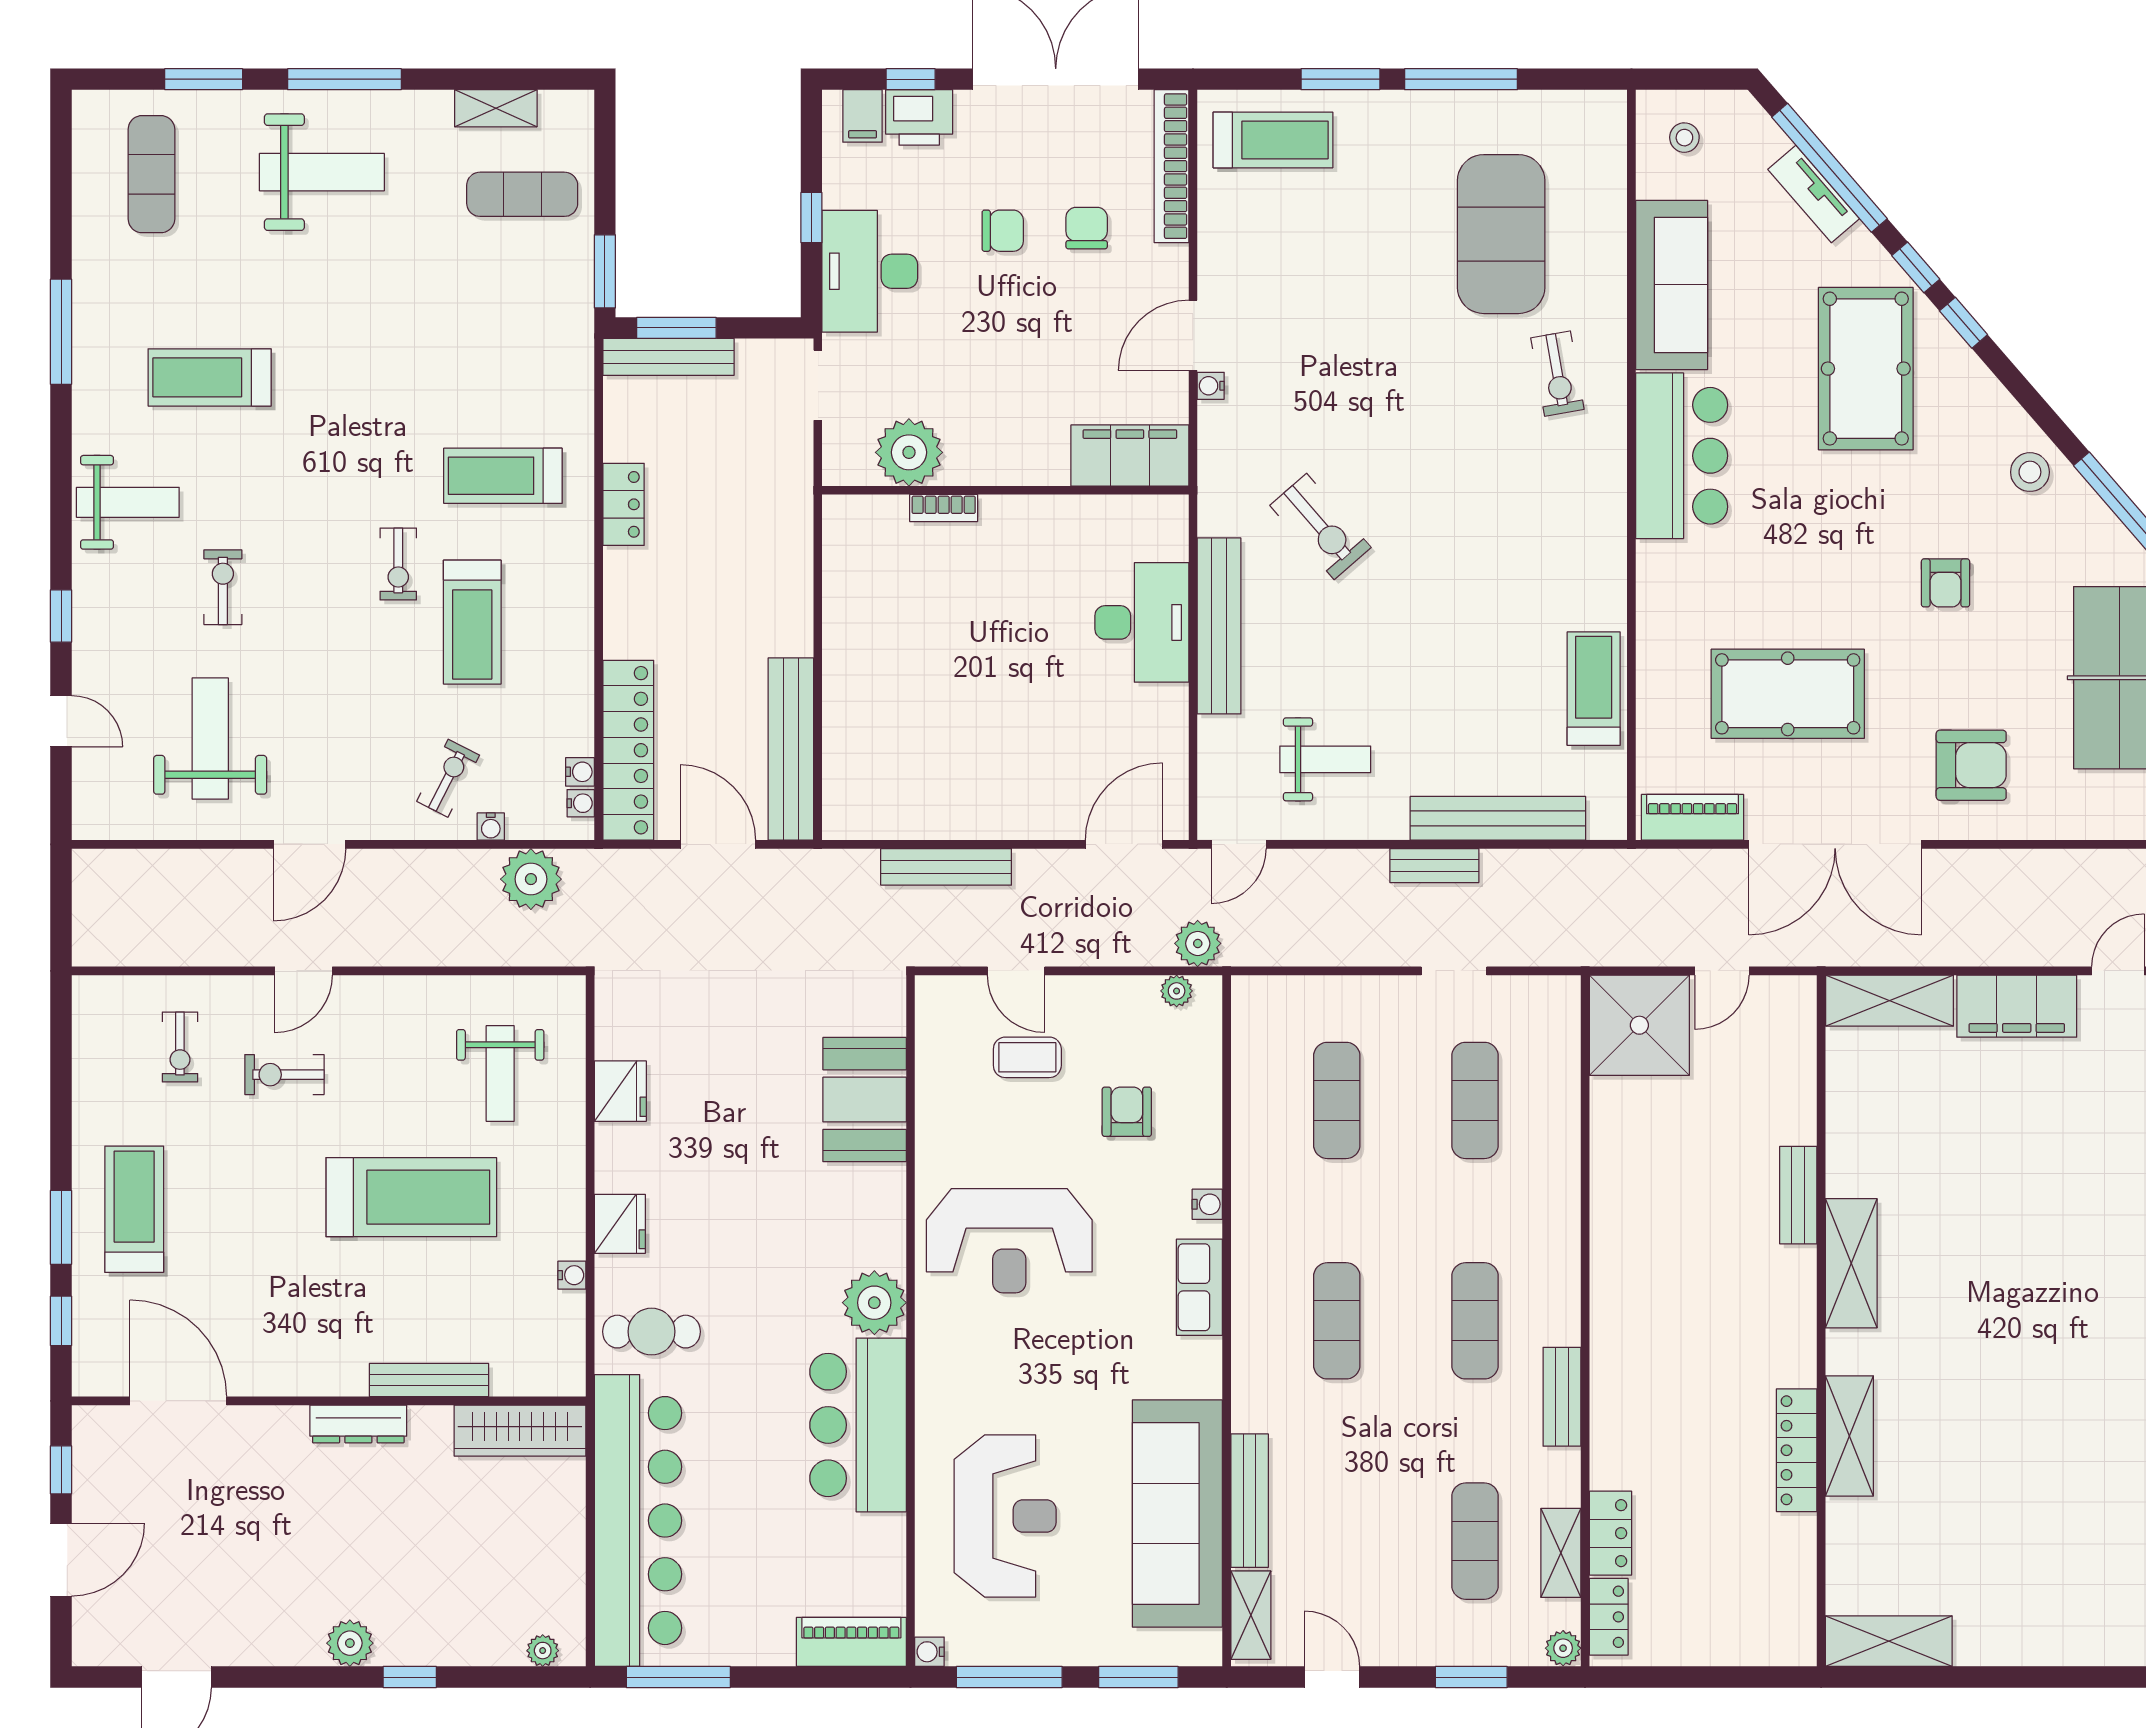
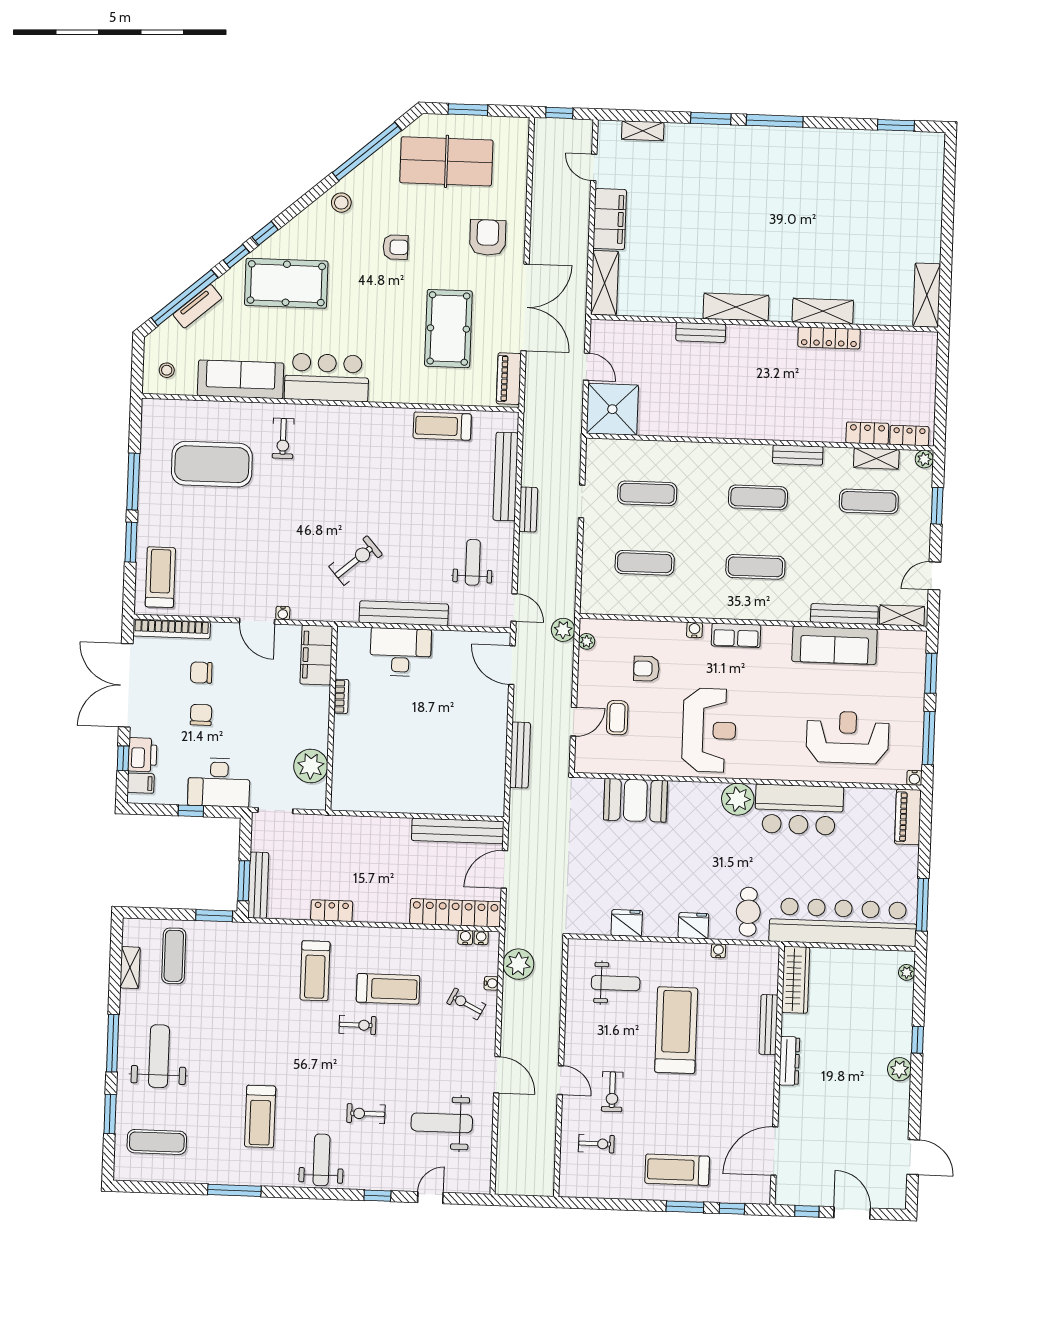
exercise bike: (1557, 374) -> (283, 438), turned 100
bookcase: (944, 508) -> (341, 696), moved
sofa: (1177, 1513) -> (834, 645), width x0.74, depth x0.79

